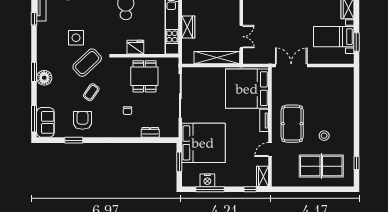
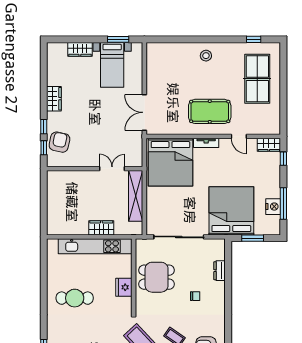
stool: (324, 136) -> (206, 56), moved

